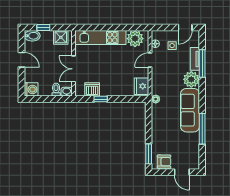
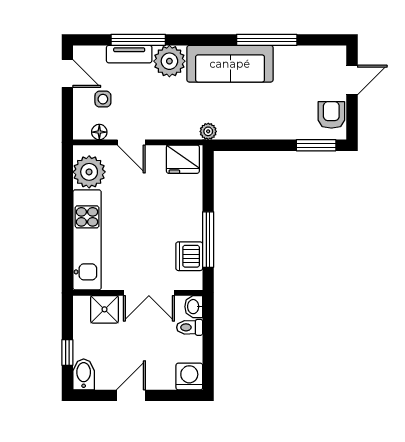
shower: (61, 37) -> (104, 309), moved
window: (101, 99) -> (208, 240), width x2.17

